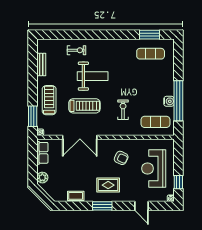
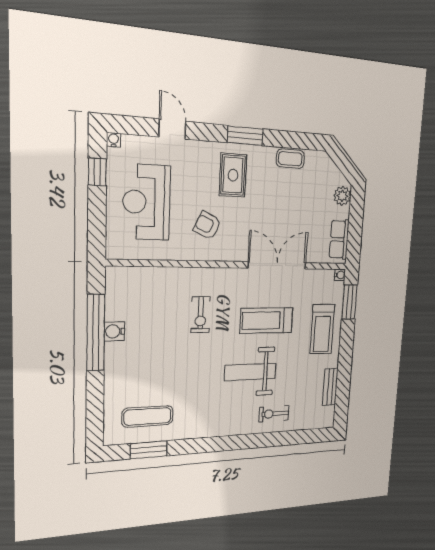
exercise mat: (156, 122) -> (141, 292), removed
reception desk: (154, 169) -> (147, 202), turned 180
rug: (108, 185) -> (233, 175), turned 90

